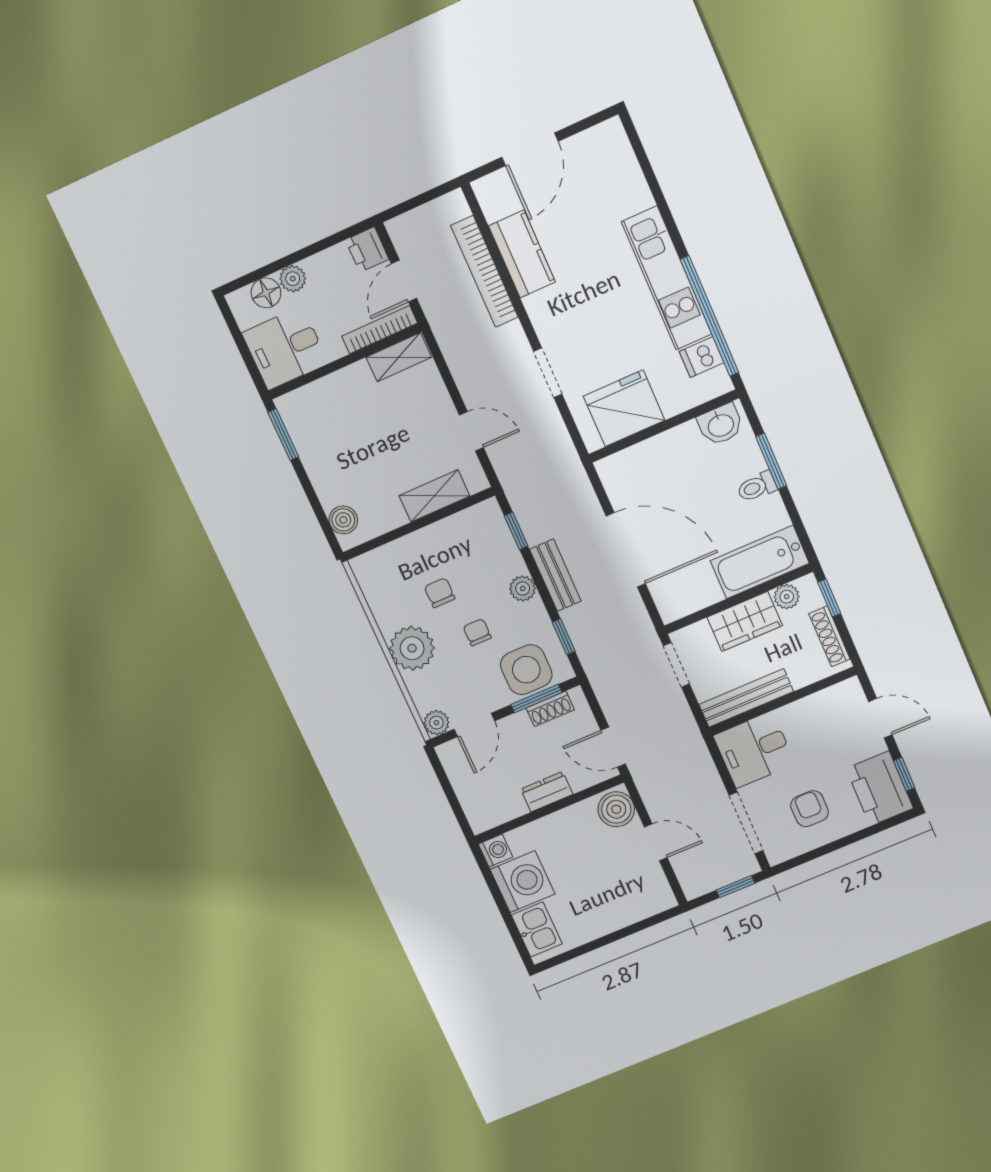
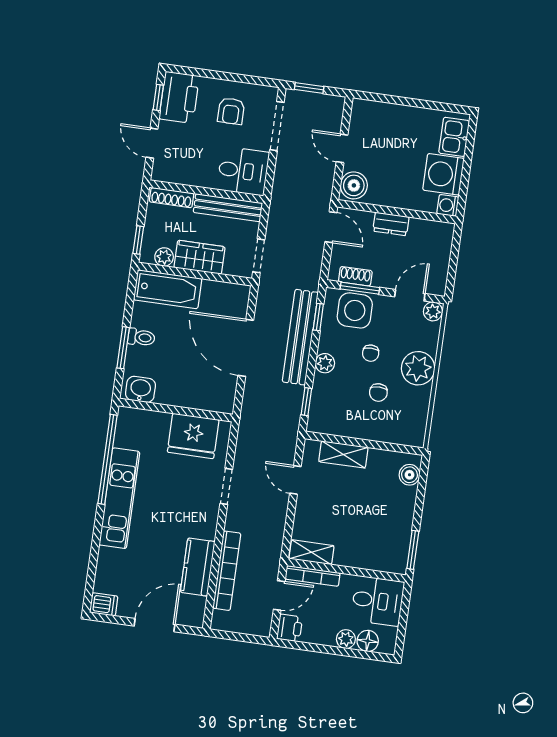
dishwasher: (702, 357) -> (104, 604), moved
bench: (555, 575) -> (300, 337), width x1.86, depth x1.21
shoe rack: (829, 636) -> (172, 198), moved, turned 90

